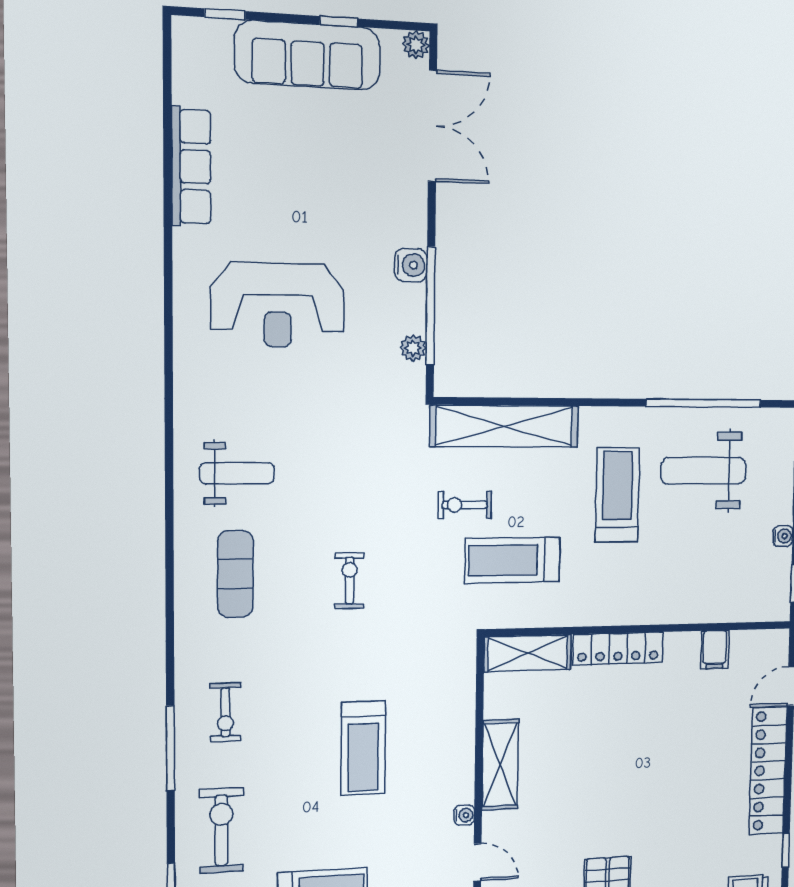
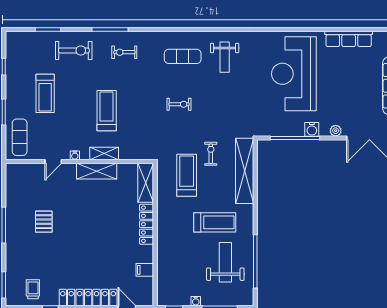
reception desk: (278, 305) -> (294, 74), width x1.36, depth x1.30
plant: (413, 348) -> (336, 131), moved
treadmill: (363, 748) -> (107, 111), turned 90
shelving: (461, 750) -> (104, 153), added

